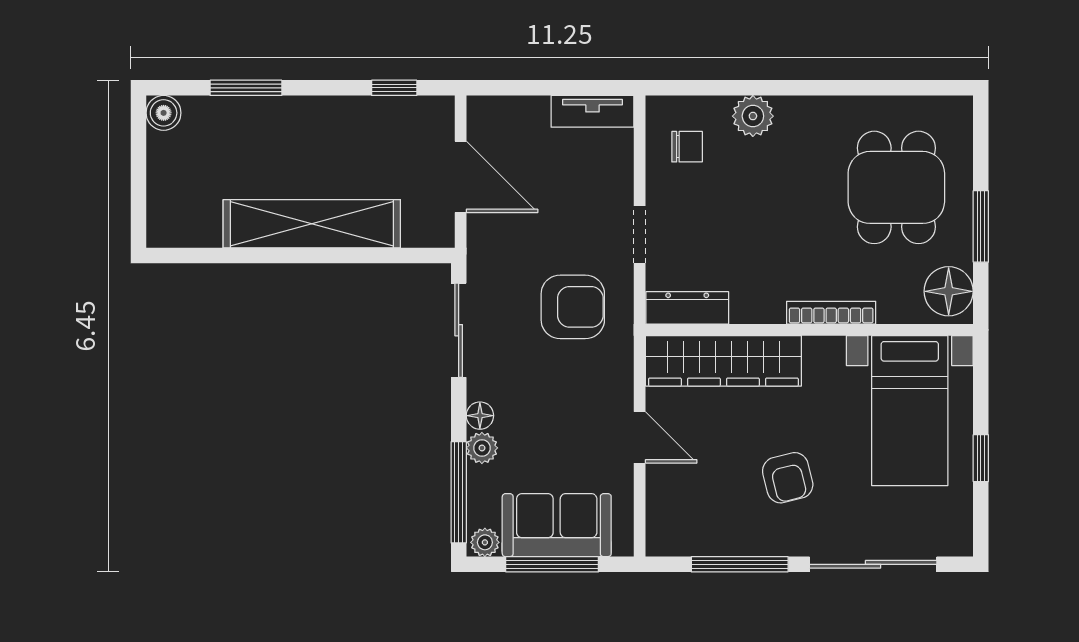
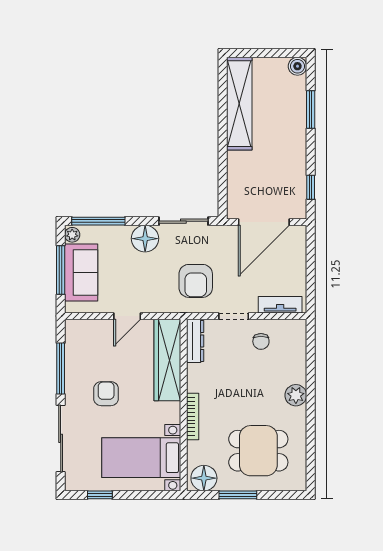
tv unit: (593, 111) -> (280, 305), moved, turned 90
plant: (753, 116) -> (296, 395), moved
chair: (687, 147) -> (261, 341), moved
door: (461, 177) -> (264, 222), width x1.36
shelving: (312, 224) -> (239, 104), moved
floor lamp: (480, 416) -> (145, 239), width x1.89, depth x1.89
plant: (482, 448) -> (122, 233), removed
window: (981, 458) -> (100, 495), moved
armchair: (788, 478) -> (106, 394), turned 104

